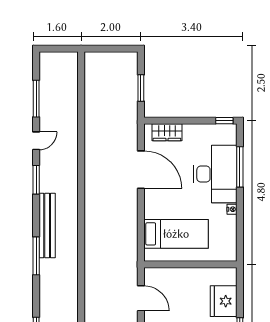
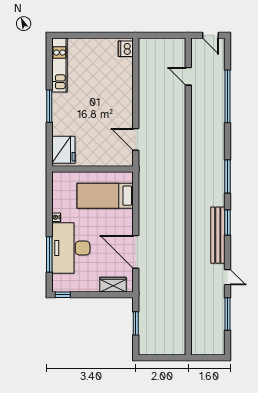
door: (36, 141) -> (227, 277), swing flipped
window: (36, 180) -> (227, 222), moved
bench: (47, 225) -> (218, 235), moved
fridge: (224, 301) -> (63, 150), moved

